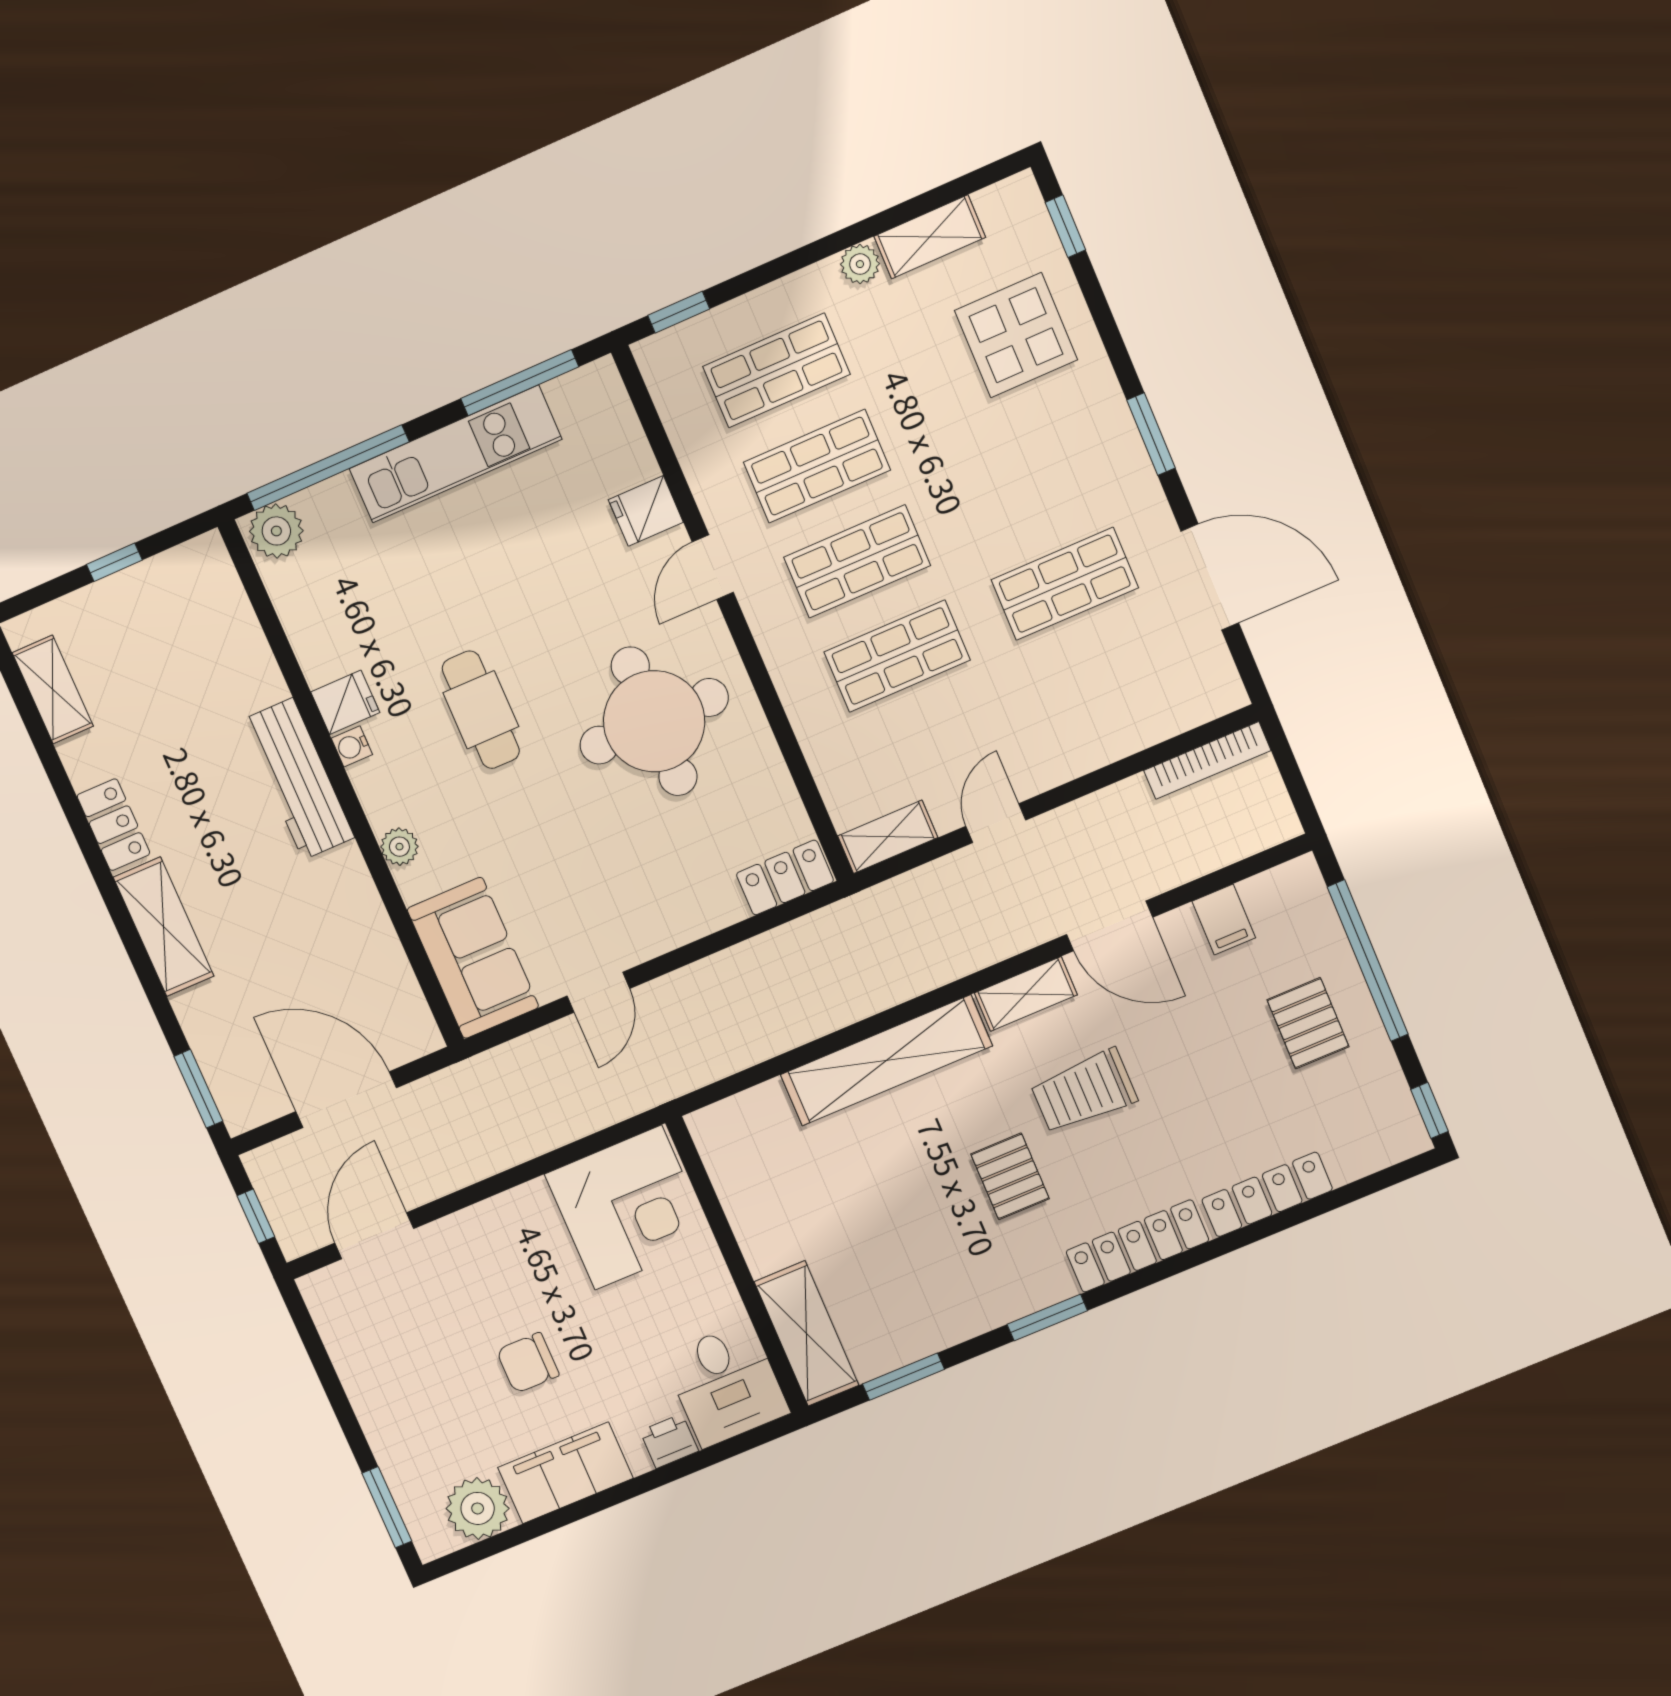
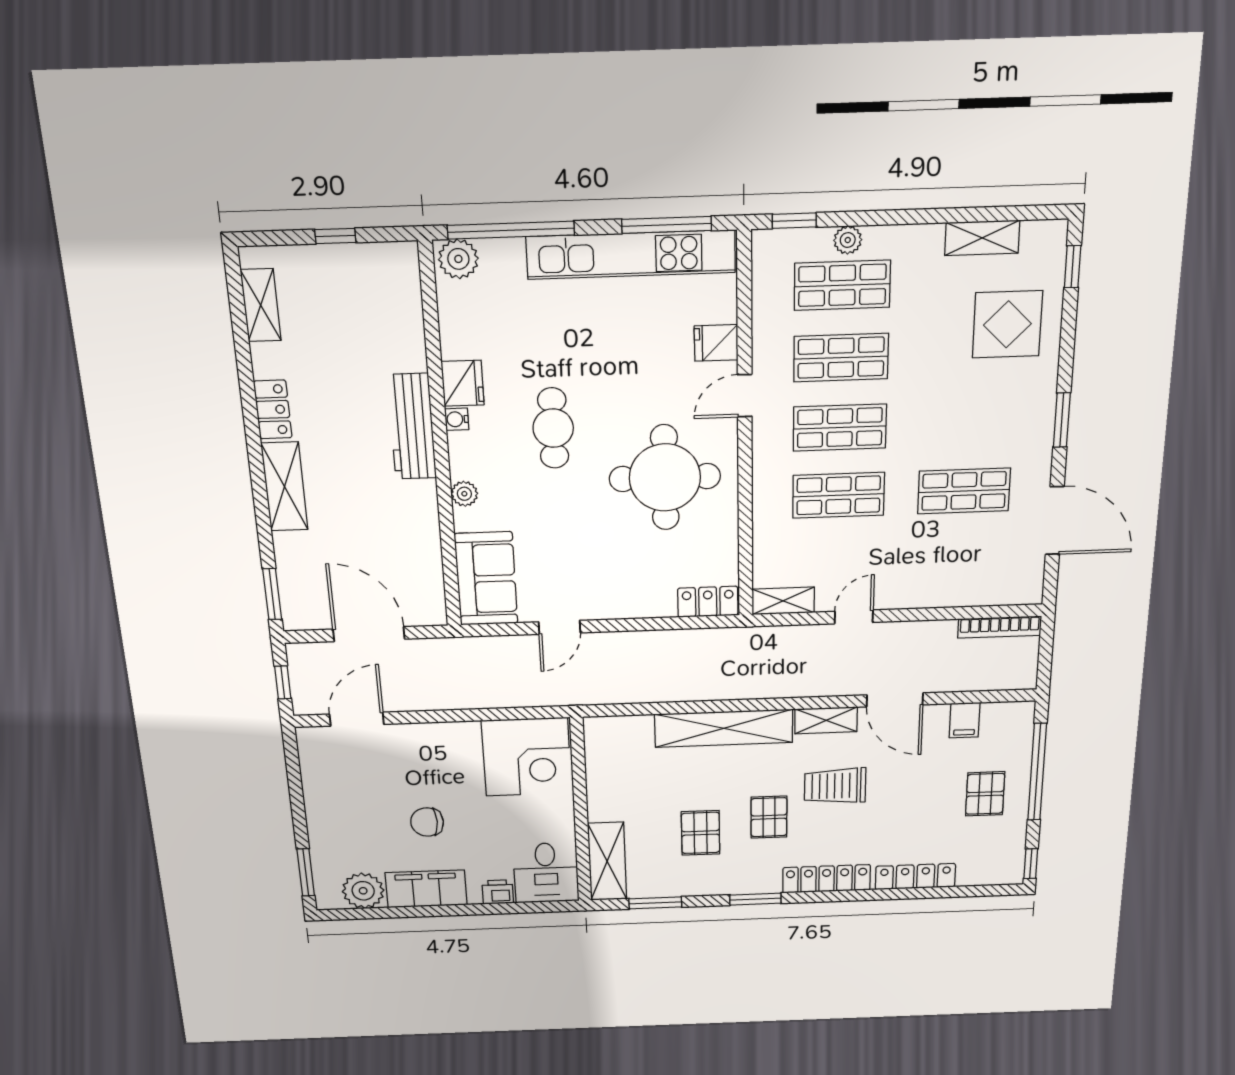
plant: (860, 264) -> (848, 240), moved
kitchen unit: (455, 454) -> (631, 255), width x1.36
fridge: (345, 702) -> (463, 383), width x1.38
pallet: (922, 1238) -> (701, 833), added

